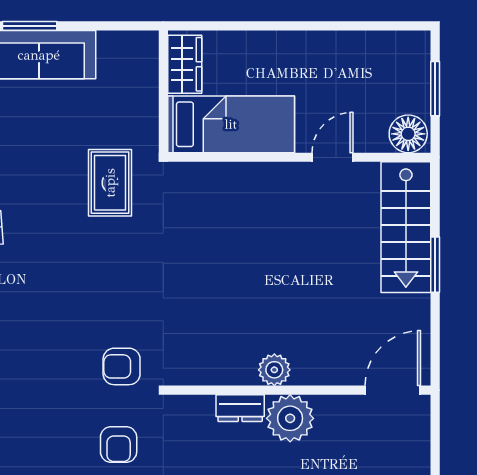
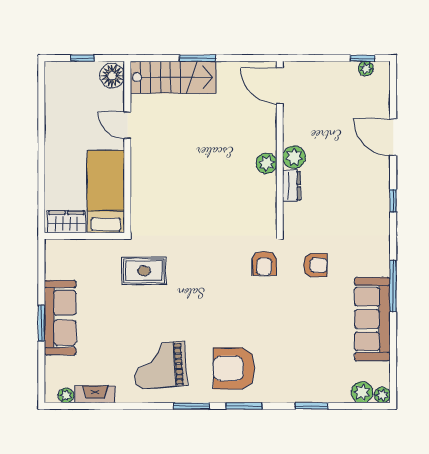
window: (435, 89) -> (82, 58), width x0.67
plant: (290, 418) -> (294, 157), width x0.73, depth x0.73

